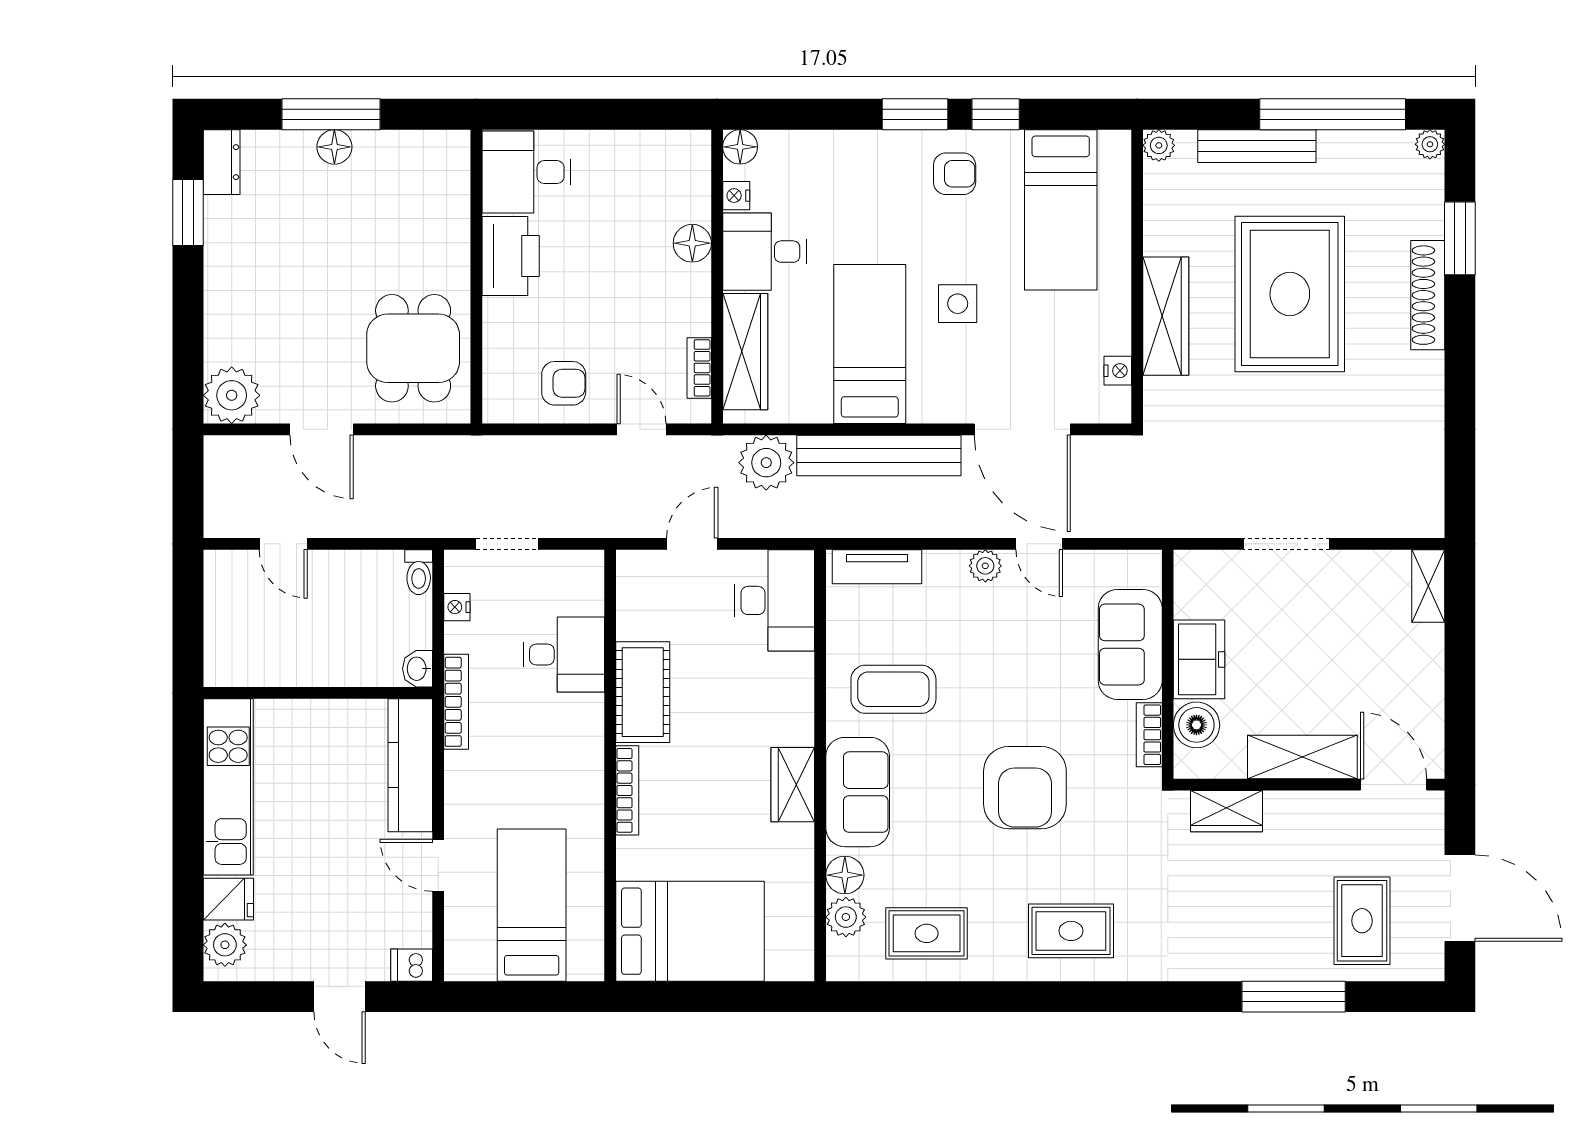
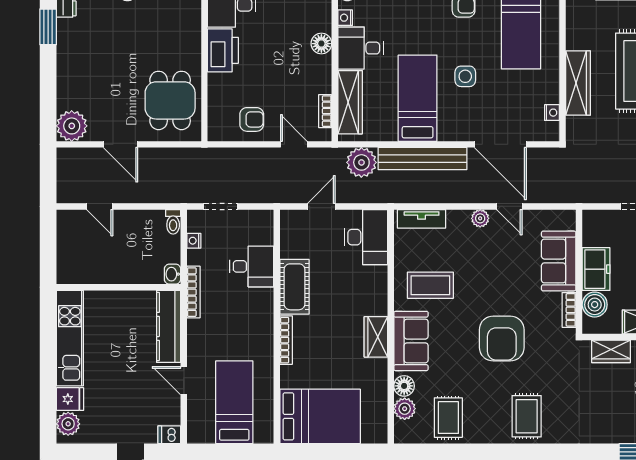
rug: (1071, 931) -> (527, 416), turned 90
rug: (927, 933) -> (448, 418), turned 90

